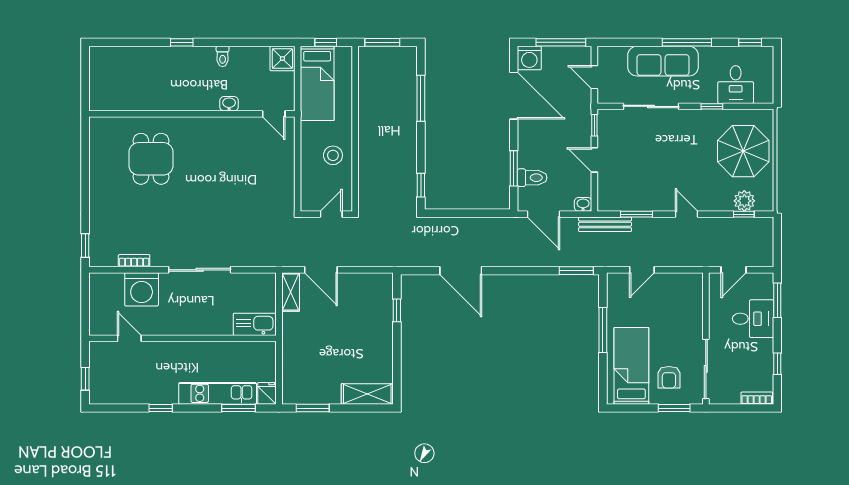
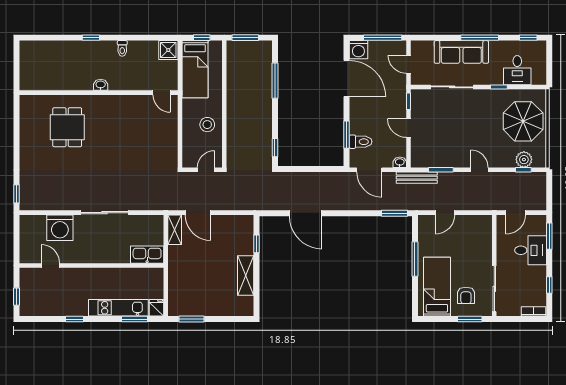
washbasin: (229, 104) -> (101, 85), moved
bookcase: (134, 261) -> (54, 206), removed
shelving: (367, 394) -> (246, 276), moved, turned 90

